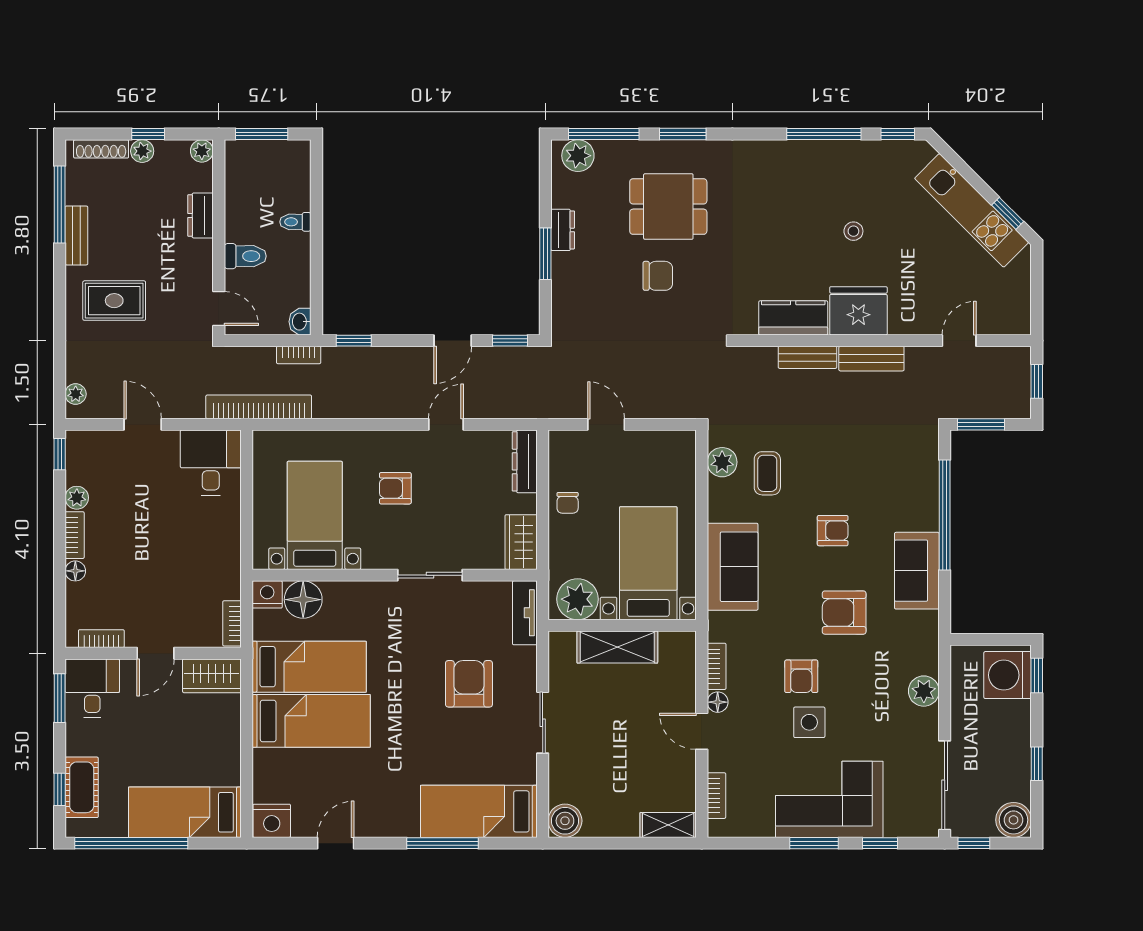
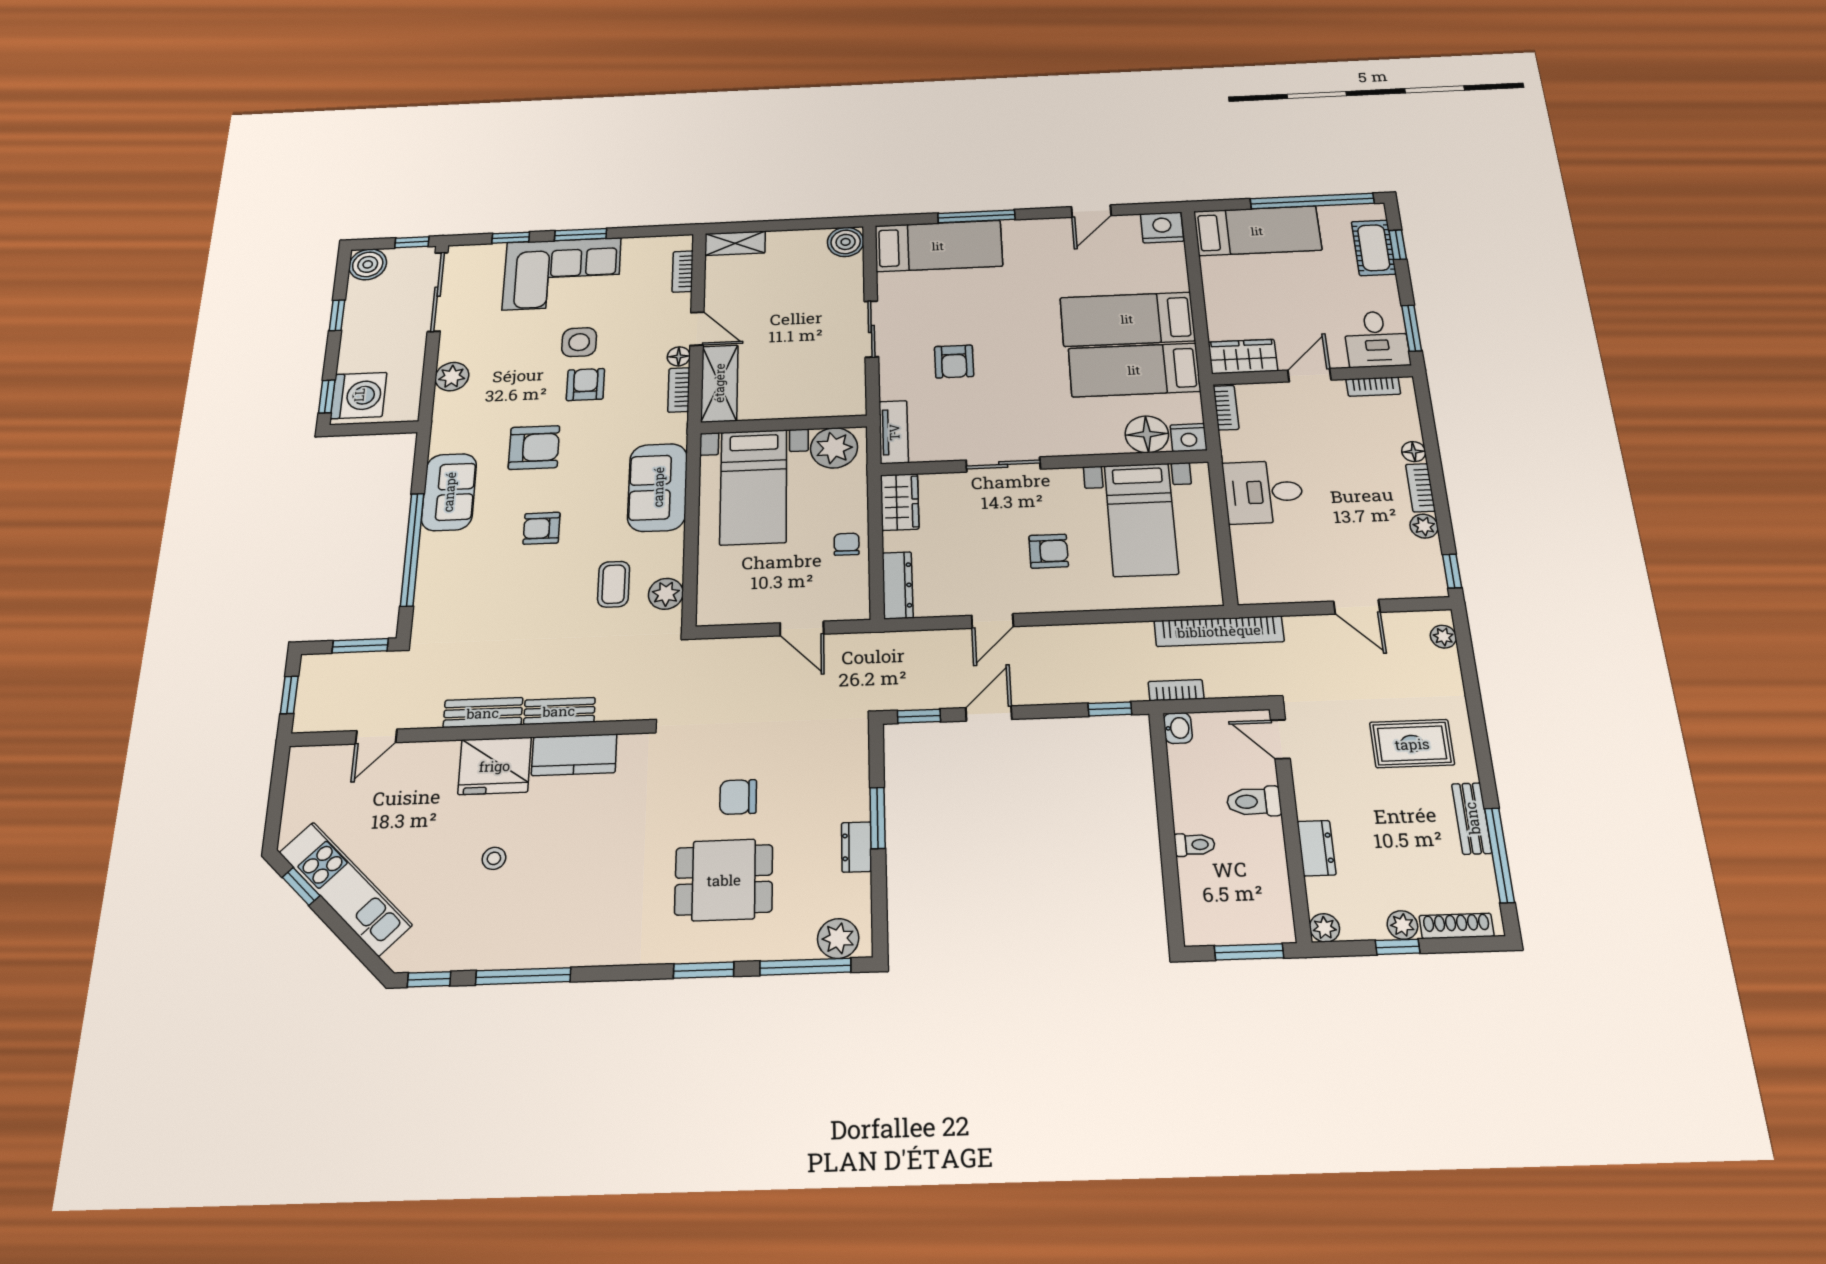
desk: (211, 463) -> (1263, 492), moved, turned 90
shelving: (617, 647) -> (719, 383), moved, turned 90
armchair: (469, 684) -> (954, 362), width x0.72, depth x0.72

